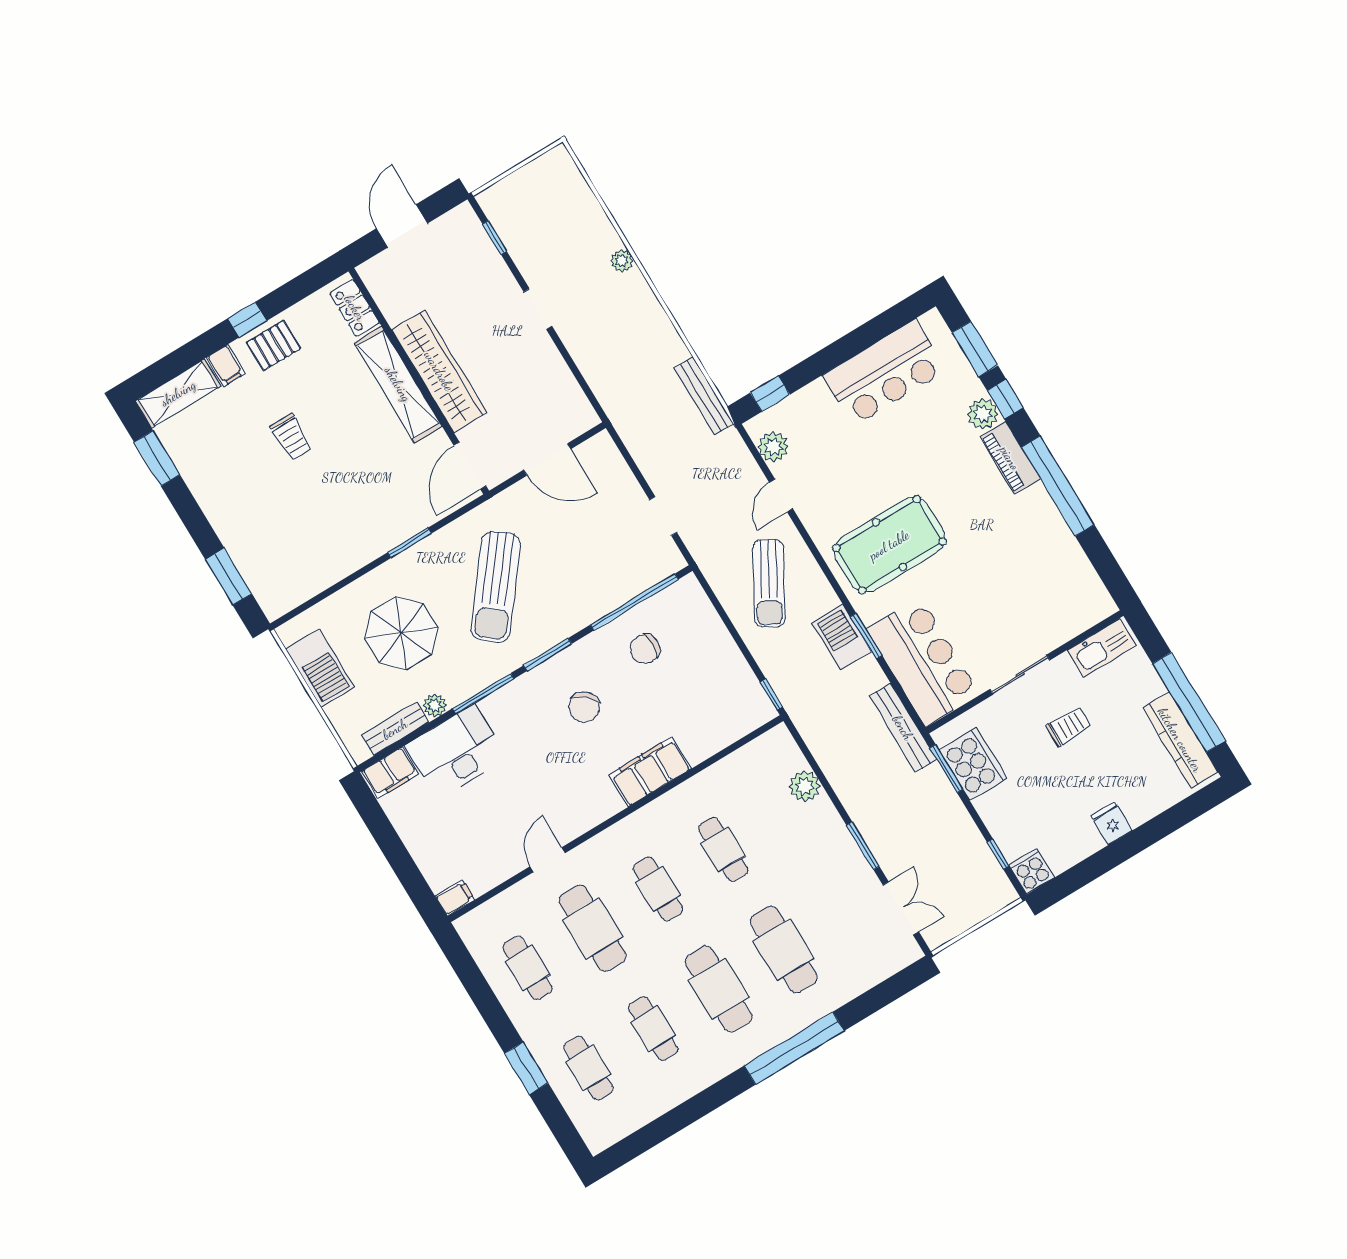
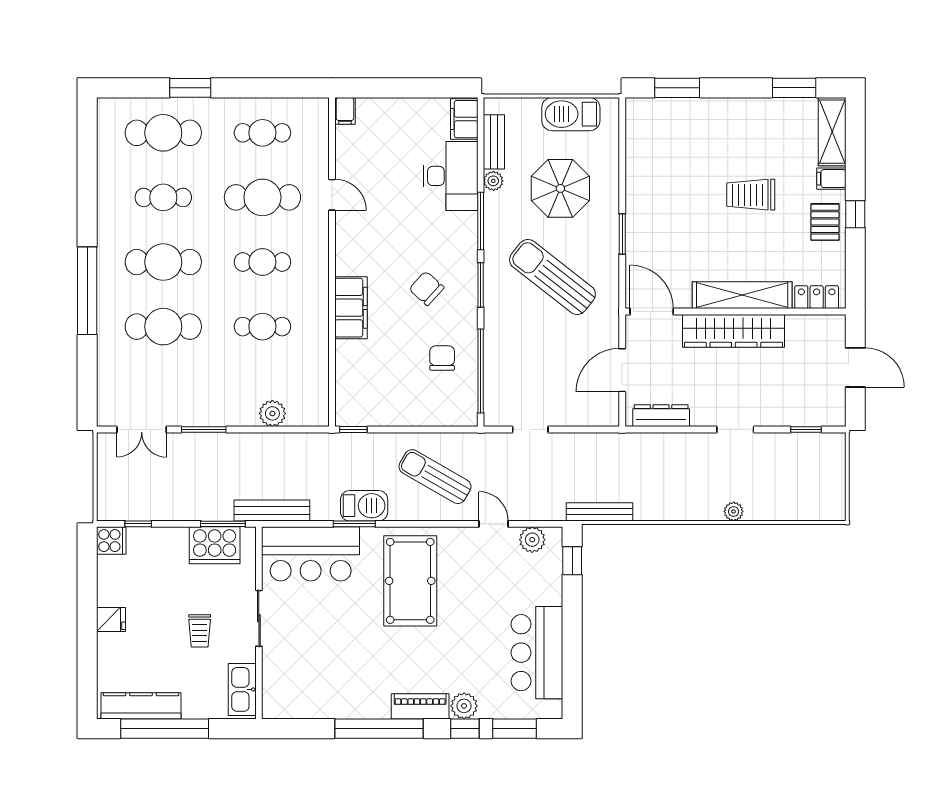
dresser: (569, 393) -> (661, 416), added
trolley: (291, 437) -> (751, 195), width x1.36, depth x1.39
cafe table: (588, 1068) -> (163, 133), width x1.37, depth x1.35

